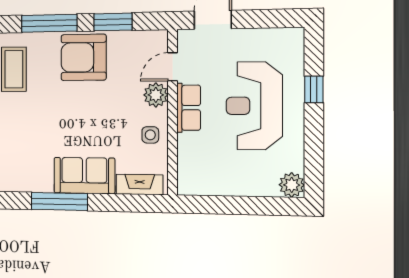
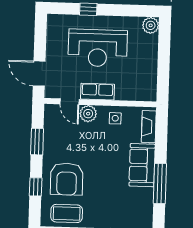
window: (49, 23) -> (36, 187), width x0.46
armchair: (84, 57) -> (67, 179), moved

